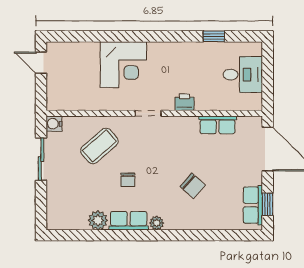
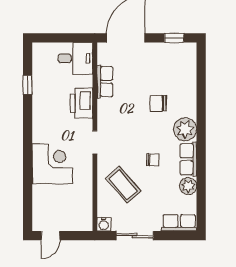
desk: (243, 75) -> (75, 58), moved, turned 90
printer: (185, 102) -> (82, 103), width x1.87, depth x1.48
chair: (193, 186) -> (158, 103), turned -132
row of seats: (253, 205) -> (179, 223), moved, turned 180
plant: (157, 223) -> (185, 129), width x1.87, depth x1.87

